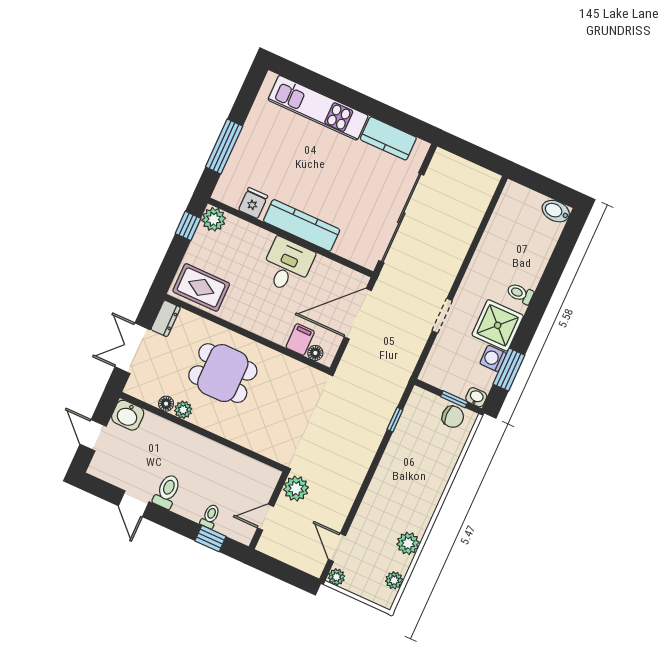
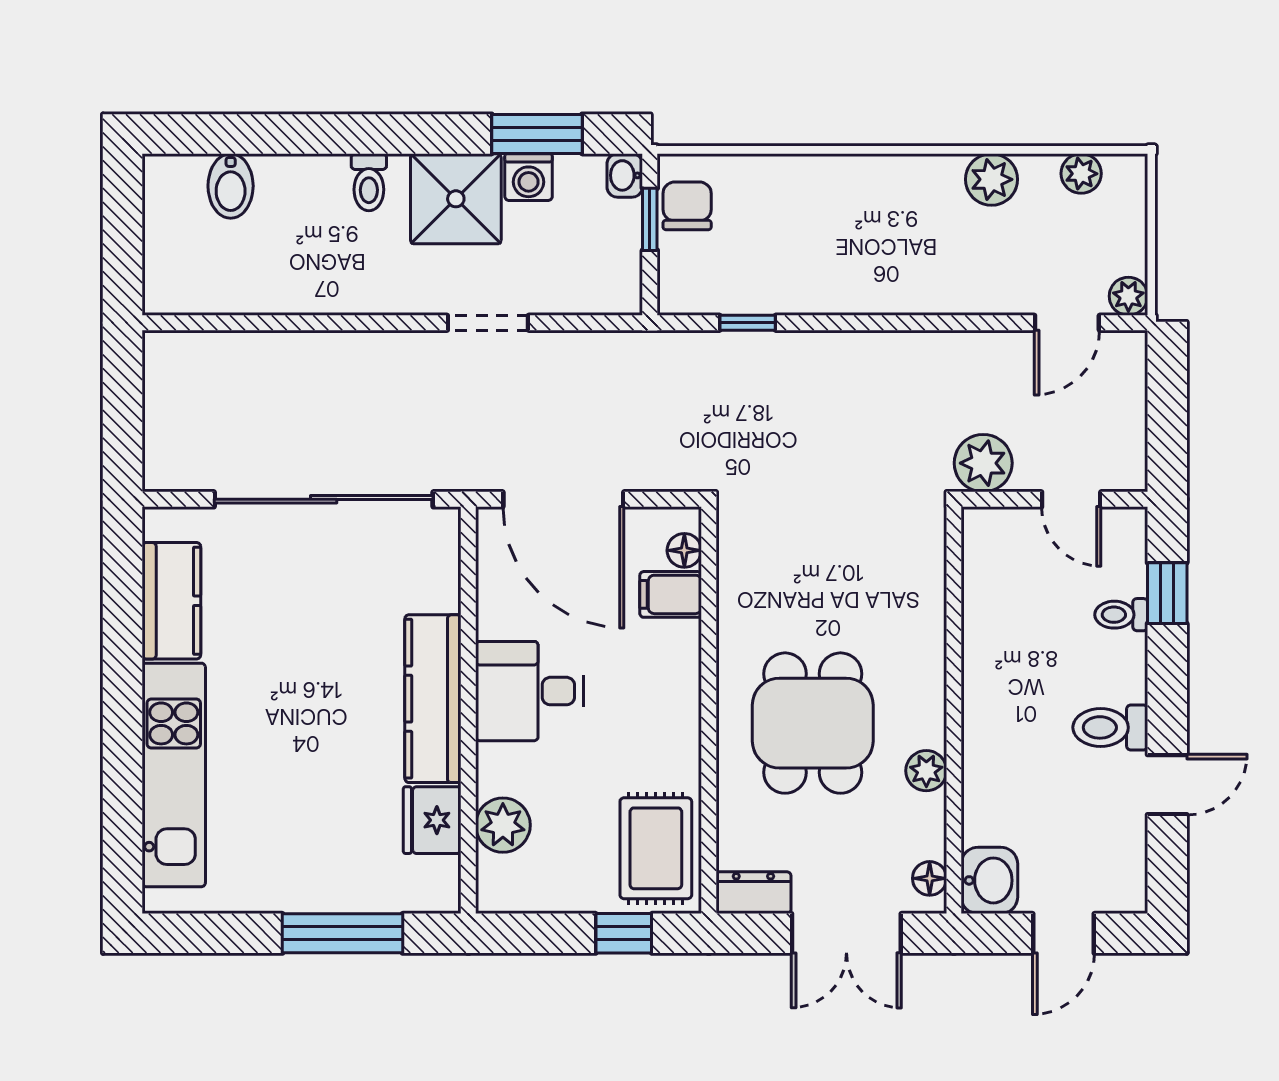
fridge: (253, 203) -> (432, 820), width x1.38
bidet: (556, 211) -> (231, 186), moved
plant: (214, 219) -> (503, 825), moved
window: (188, 226) -> (624, 933), moved
floor lamp: (166, 404) -> (930, 878), moved

